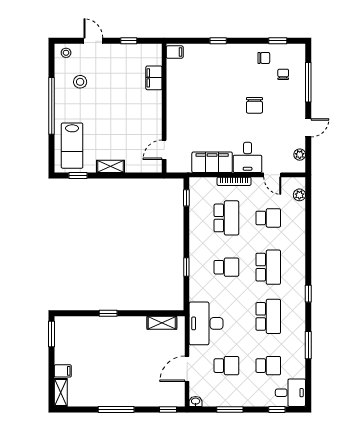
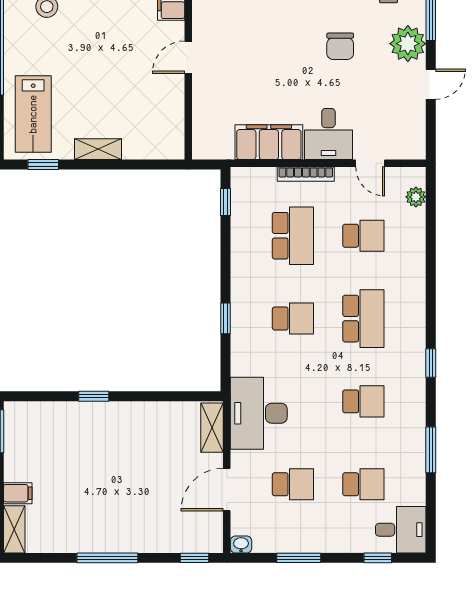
door: (164, 150) -> (188, 57), moved
plant: (300, 155) -> (408, 44), moved, width x1.88, depth x1.88
school desk: (268, 316) -> (363, 401), width x0.54
shelving: (162, 323) -> (212, 428), moved, turned 90

